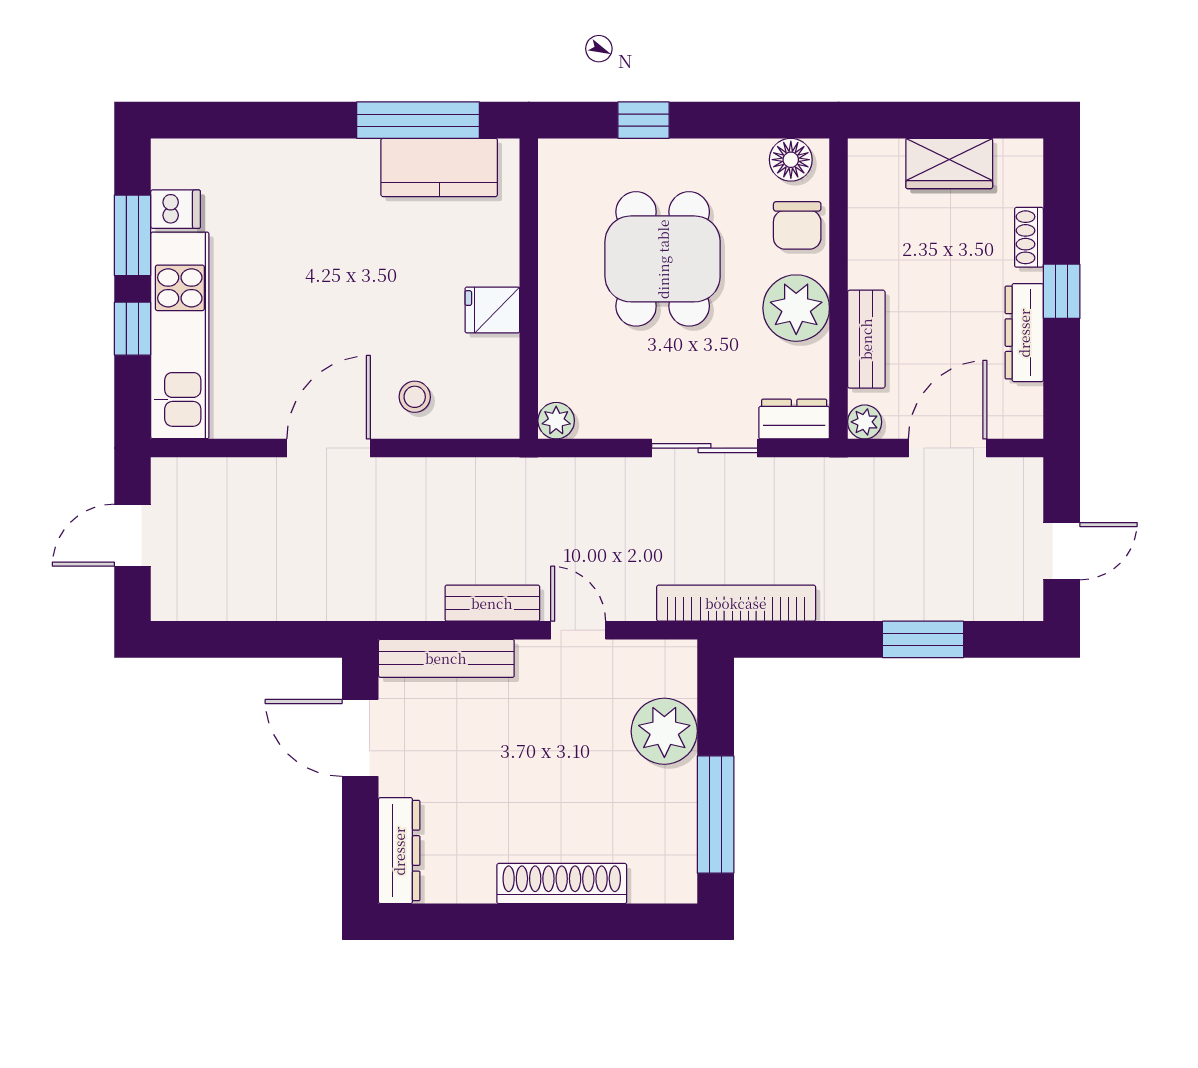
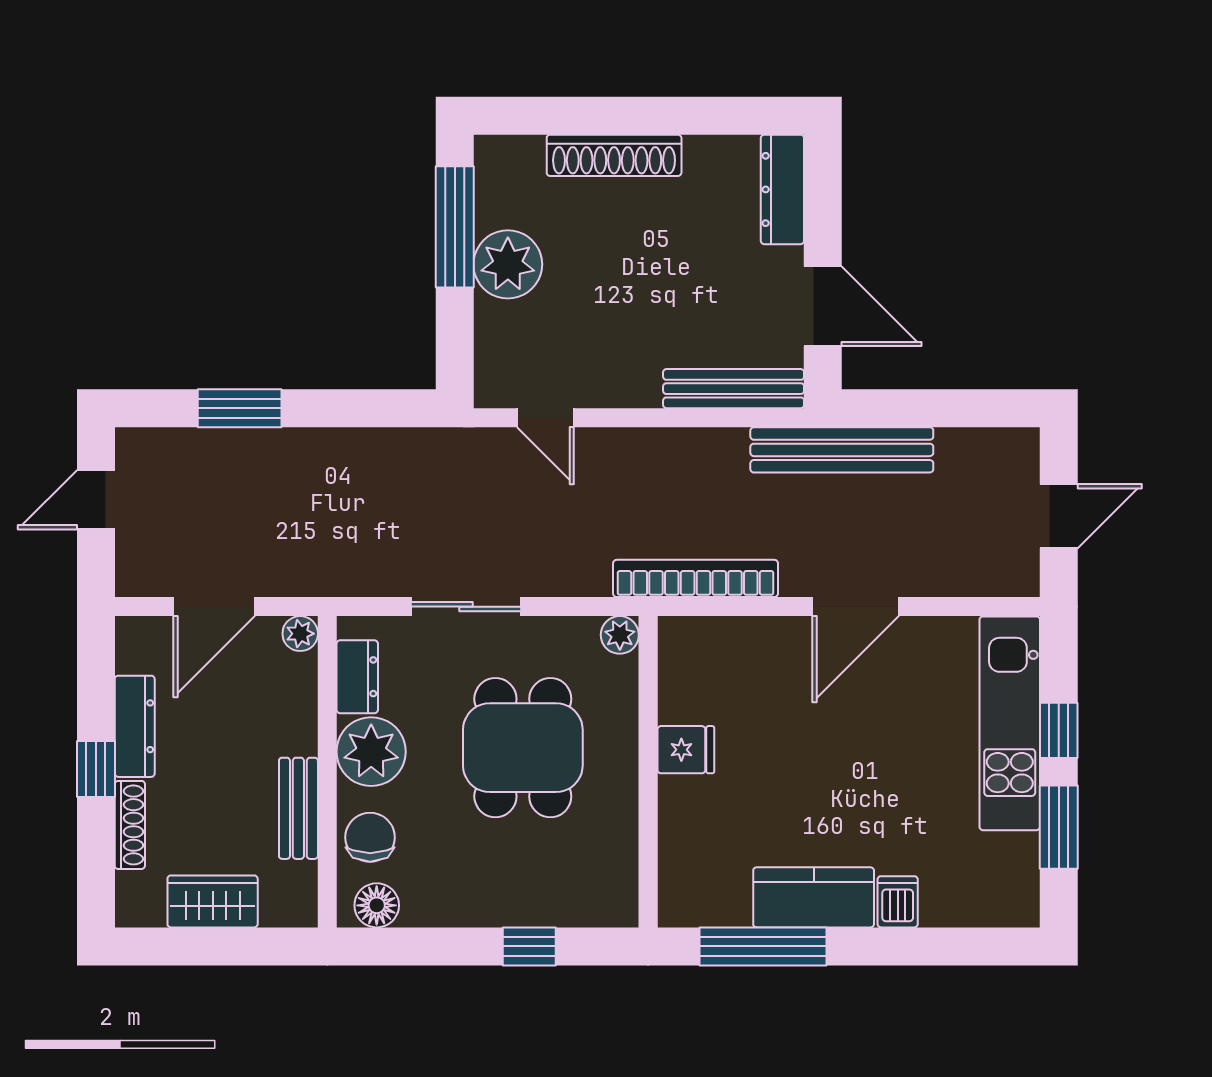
kitchen counter: (439, 167) -> (814, 897), moved
dishwasher: (176, 209) -> (898, 902), moved, turned 90
shoe rack: (1029, 237) -> (130, 825), width x1.43
dining table: (663, 259) -> (523, 748), moved
bench: (866, 339) -> (298, 808), moved
stool: (415, 397) -> (766, 660), removed
dresser: (794, 419) -> (357, 677), moved, turned -90
bench: (492, 603) -> (842, 450), moved, width x1.86, depth x1.21
bookcase: (736, 603) -> (696, 578), moved, turned 180
door: (578, 630) -> (545, 418), moved
plant: (664, 731) -> (508, 264), moved

